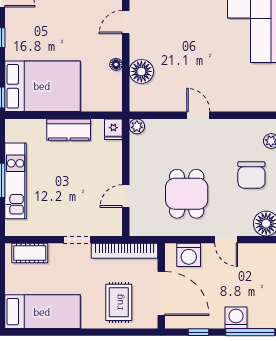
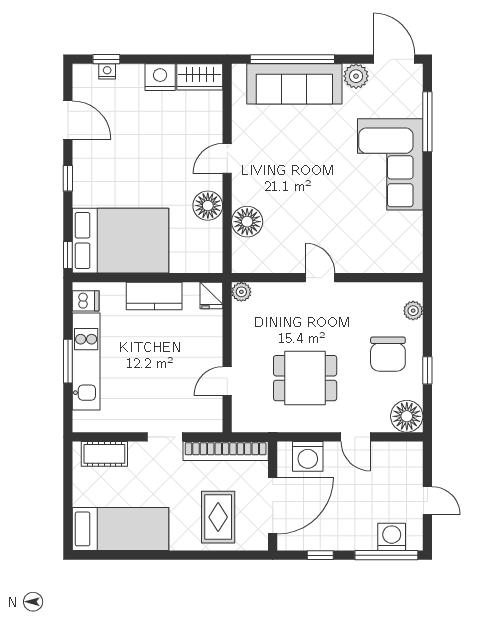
floor lamp: (116, 64) -> (208, 206), width x1.89, depth x1.89
dishwasher: (15, 133) -> (86, 301), added
dining table: (187, 194) -> (305, 378), turned 90
door: (161, 293) -> (273, 506), hinge flipped
washing machine: (236, 318) -> (392, 537), moved

